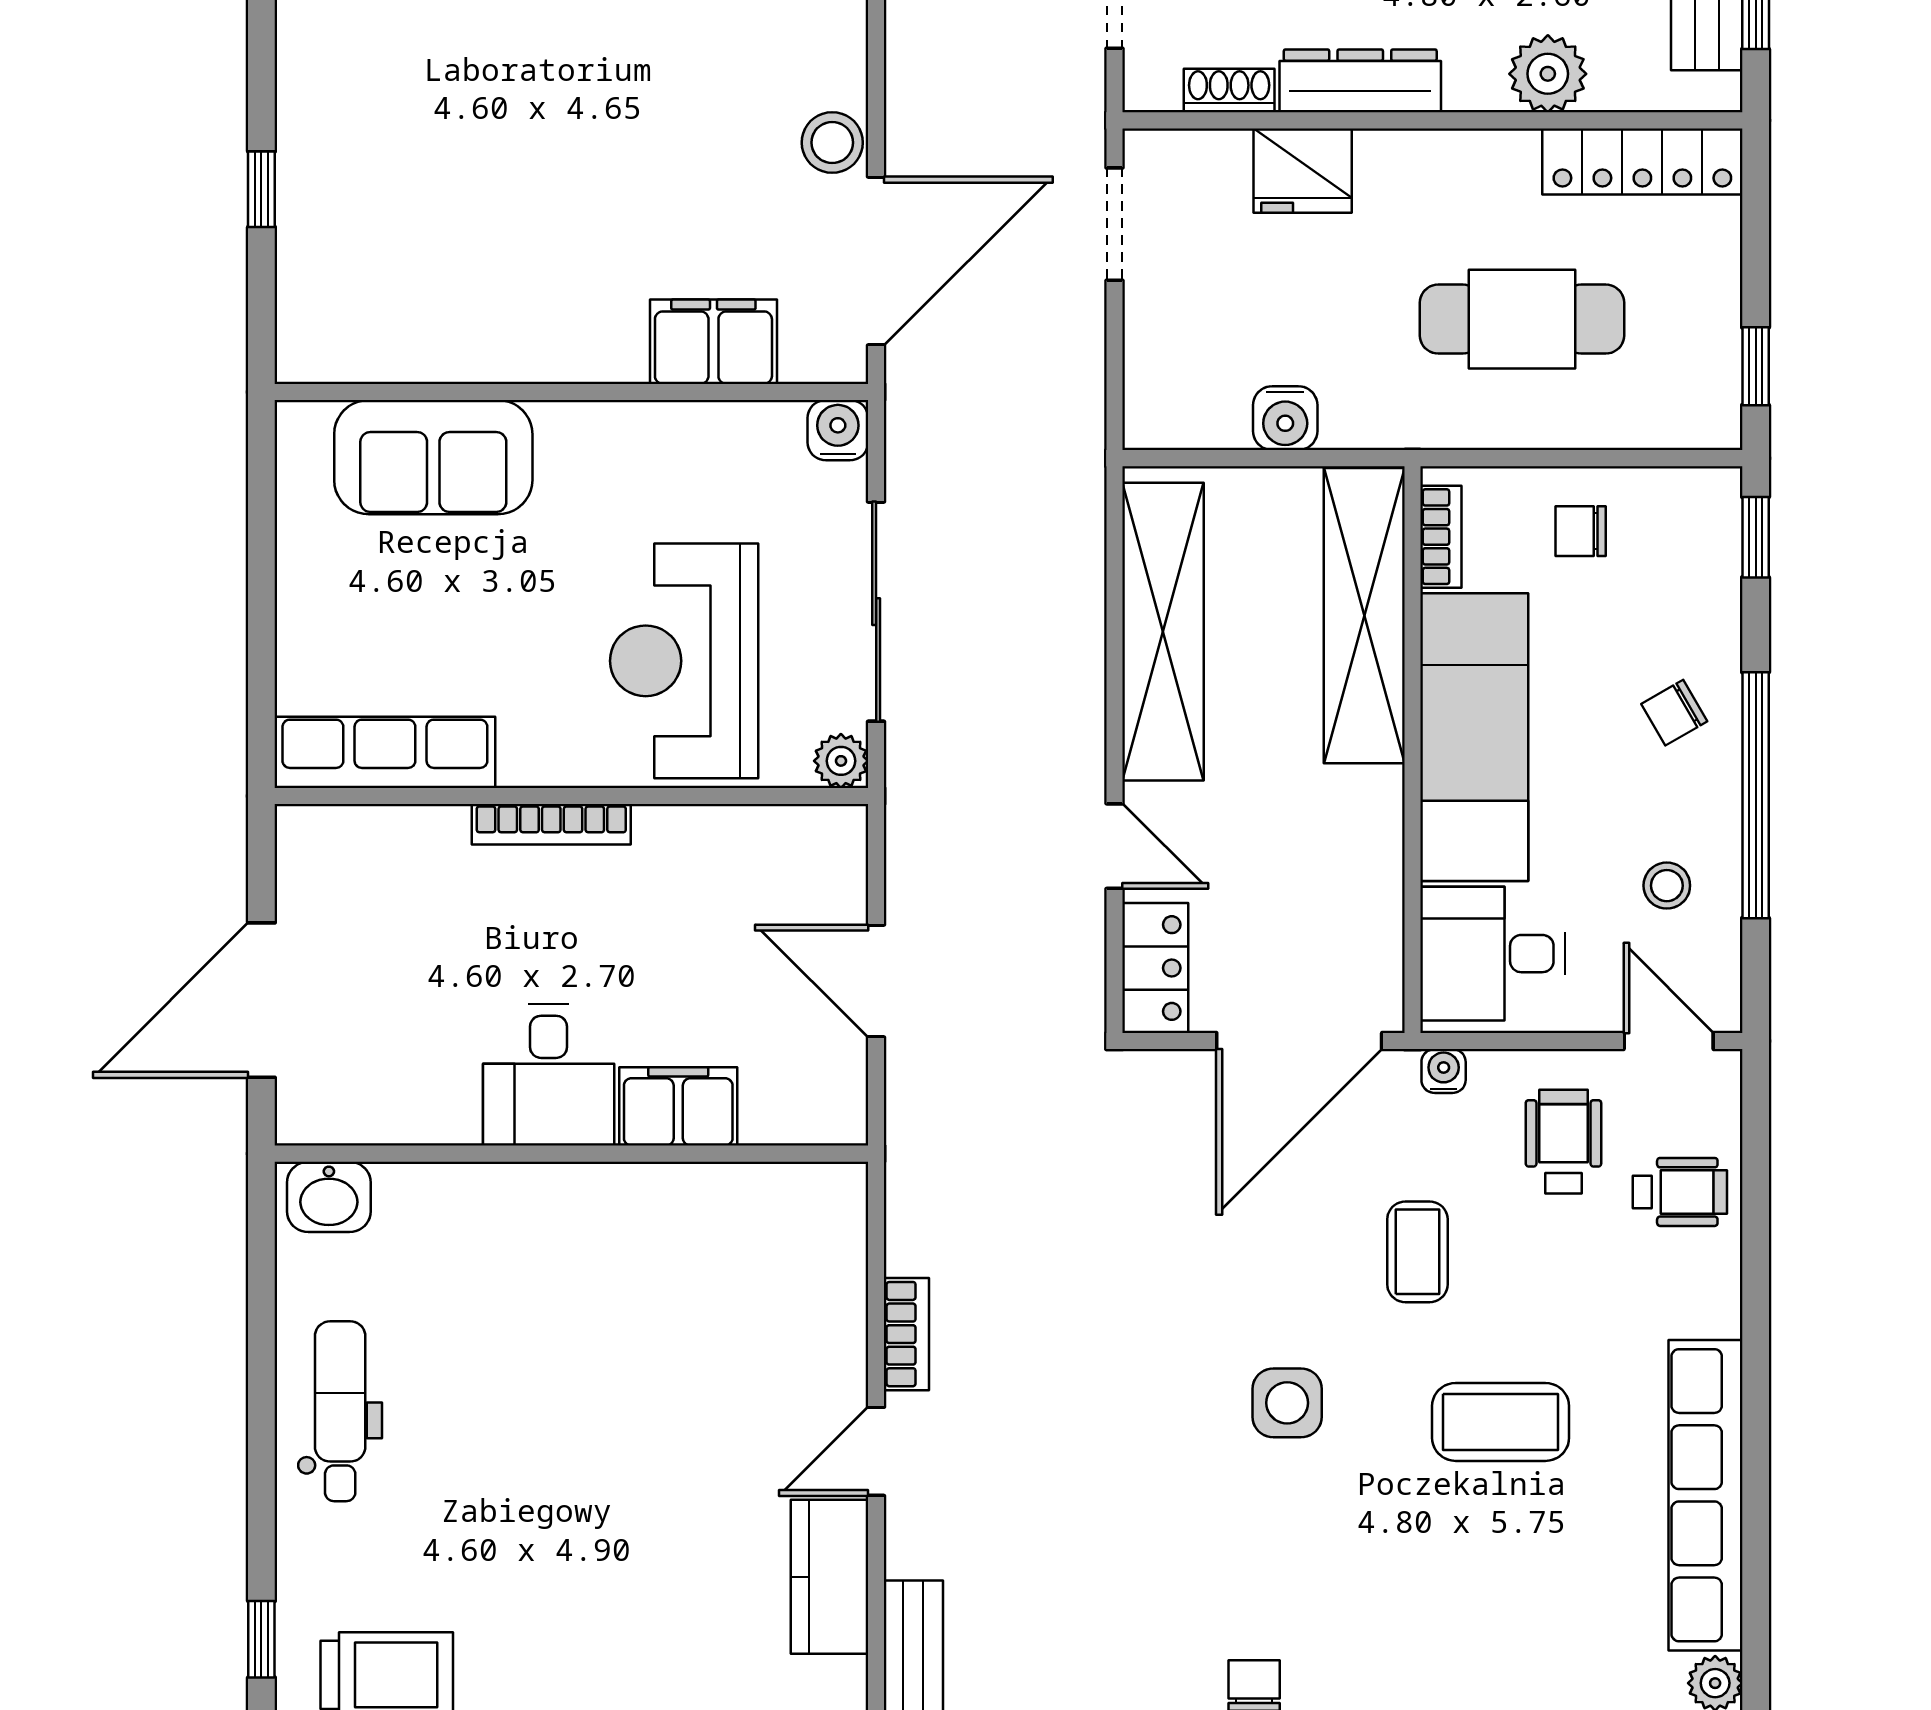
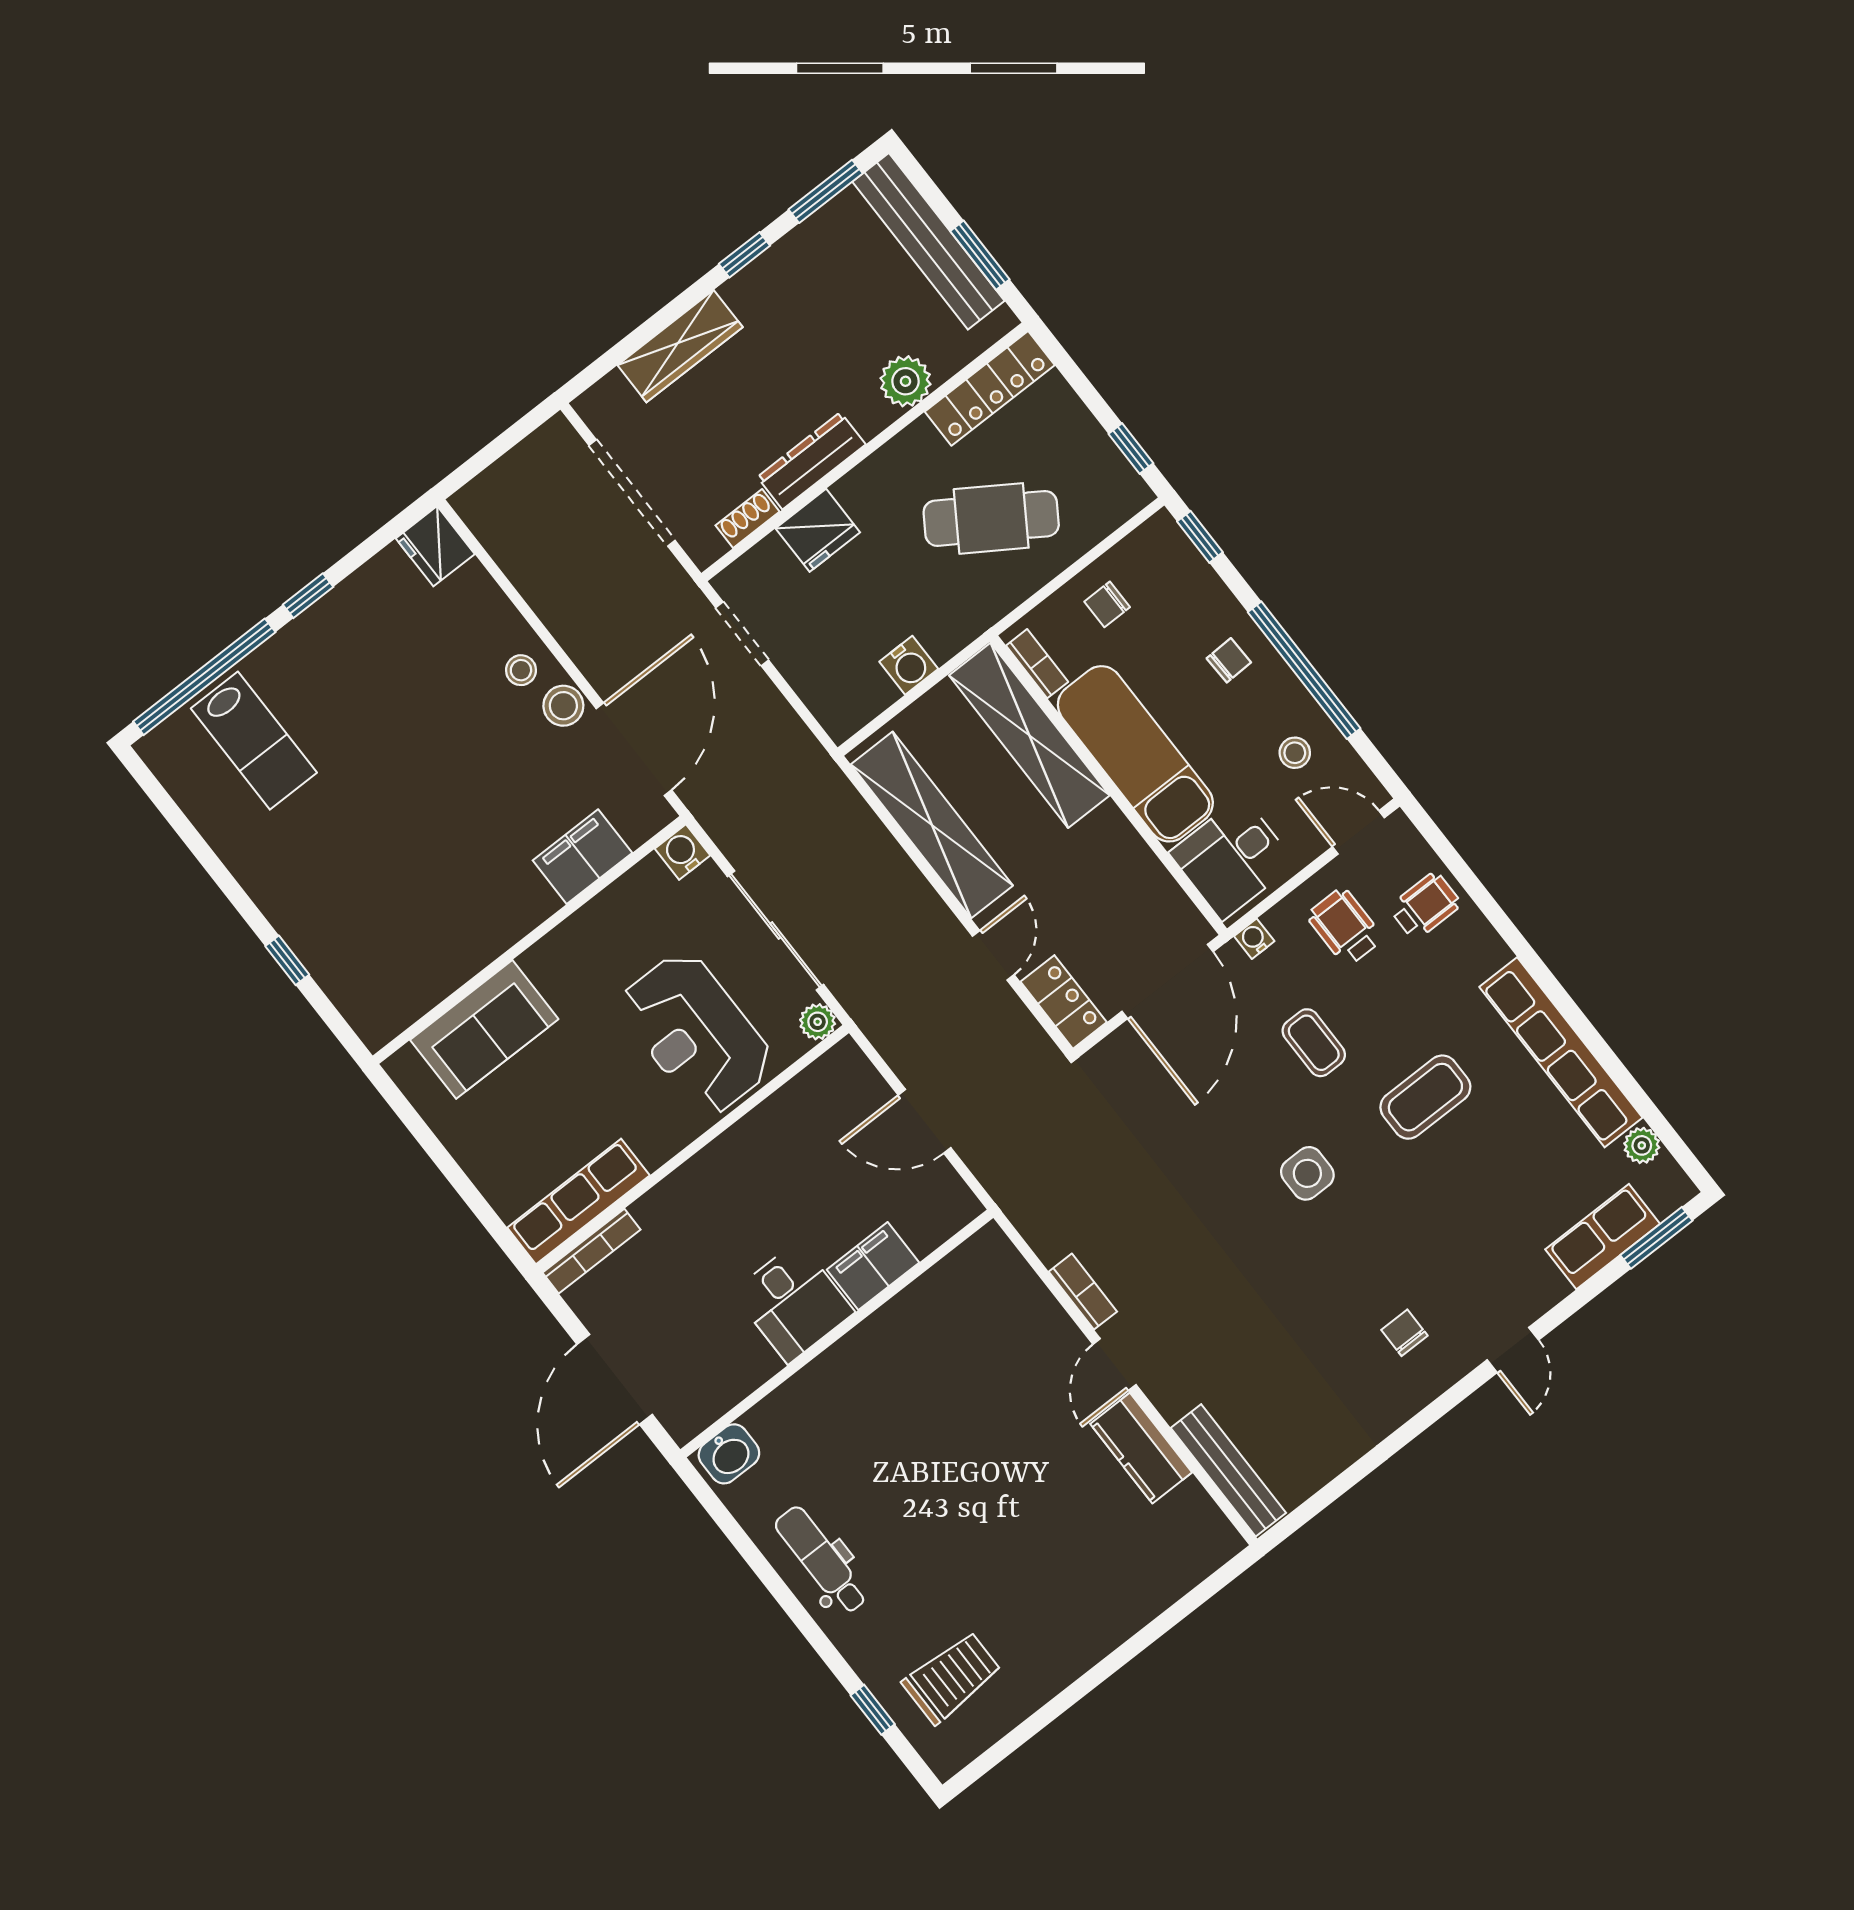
stool: (815, 60) -> (521, 670), added
cafe table: (1522, 319) -> (991, 518), turned 33
chair: (1674, 713) -> (1229, 660), turned -152
bookcase: (551, 824) -> (591, 1251), moved
door: (1114, 846) -> (993, 955), hinge flipped

